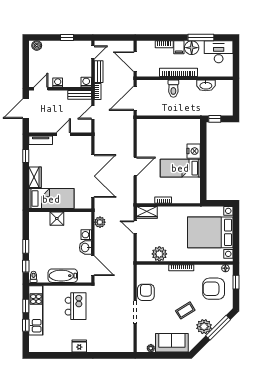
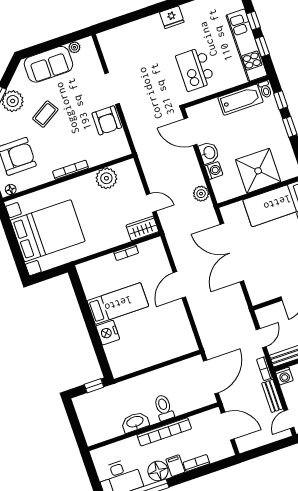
washbasin: (206, 85) -> (135, 422), moved
shower: (57, 219) -> (258, 171), width x1.86, depth x1.86
bathtub: (63, 276) -> (240, 100), moved

